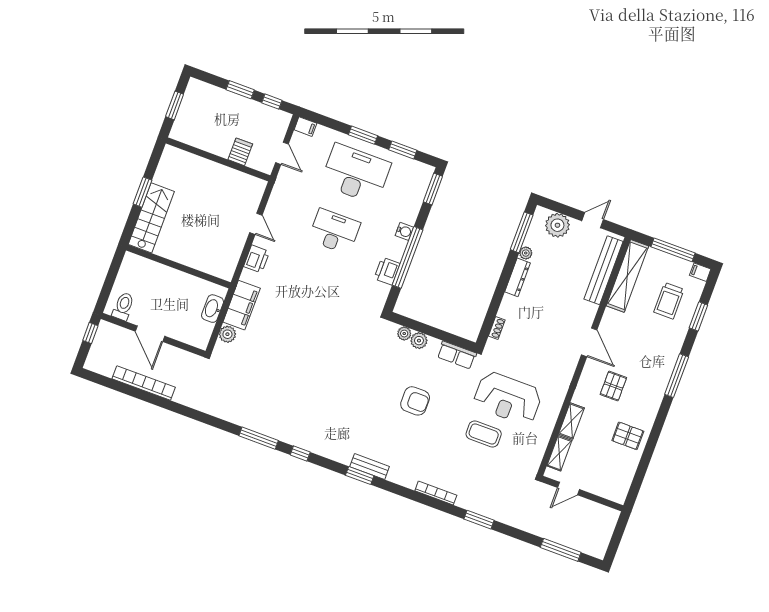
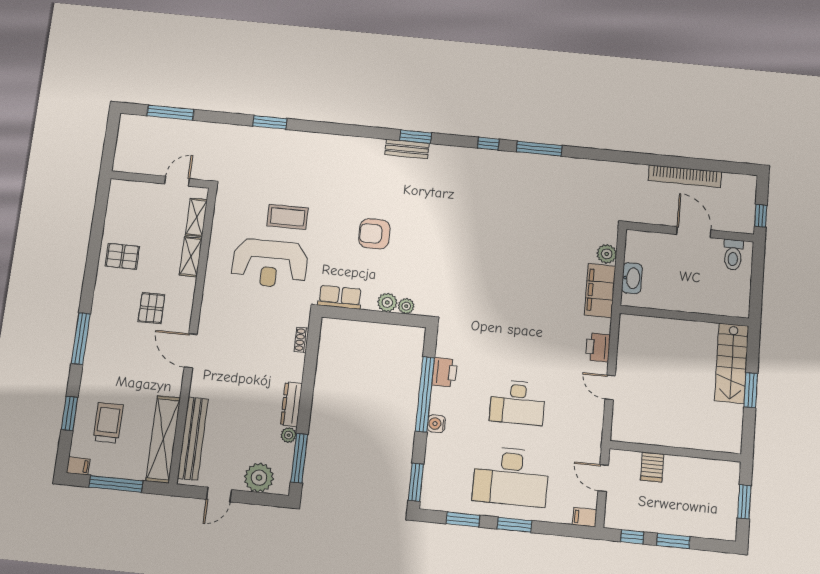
reception desk: (508, 398) -> (270, 263), turned 180
bookcase: (436, 493) -> (325, 139), removed

